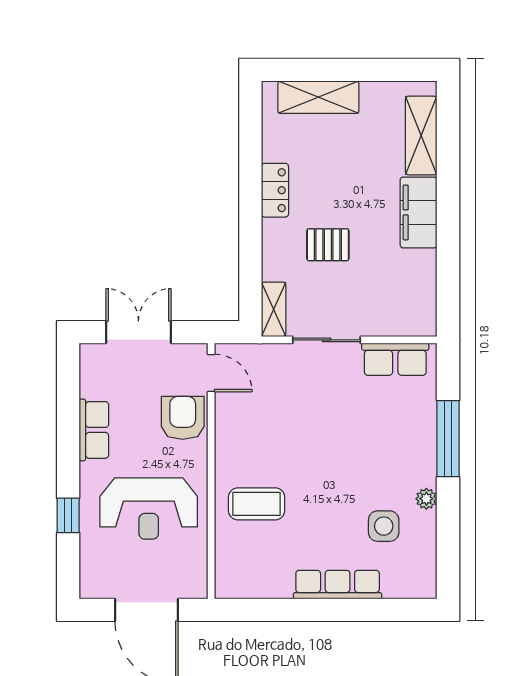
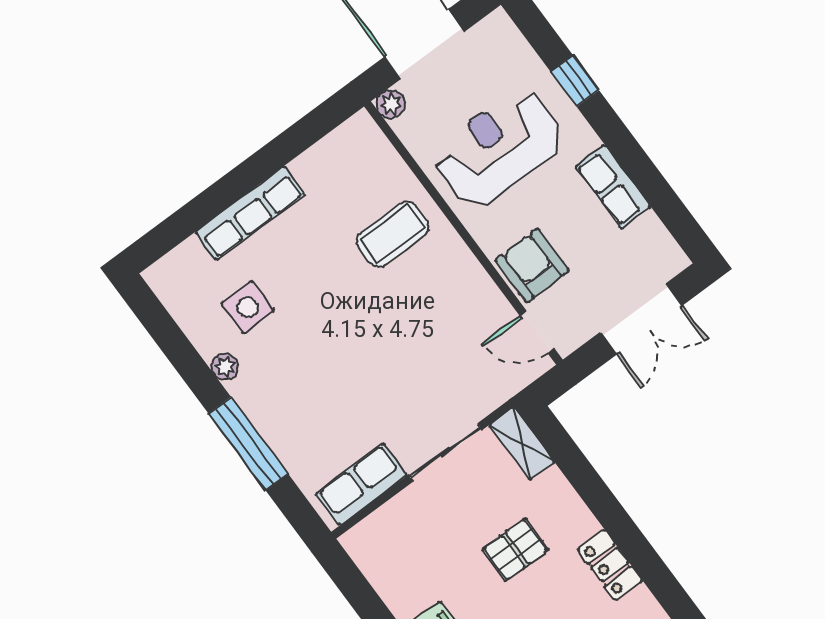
armchair: (183, 418) -> (532, 265), turned 180
plant: (197, 588) -> (391, 104), added

